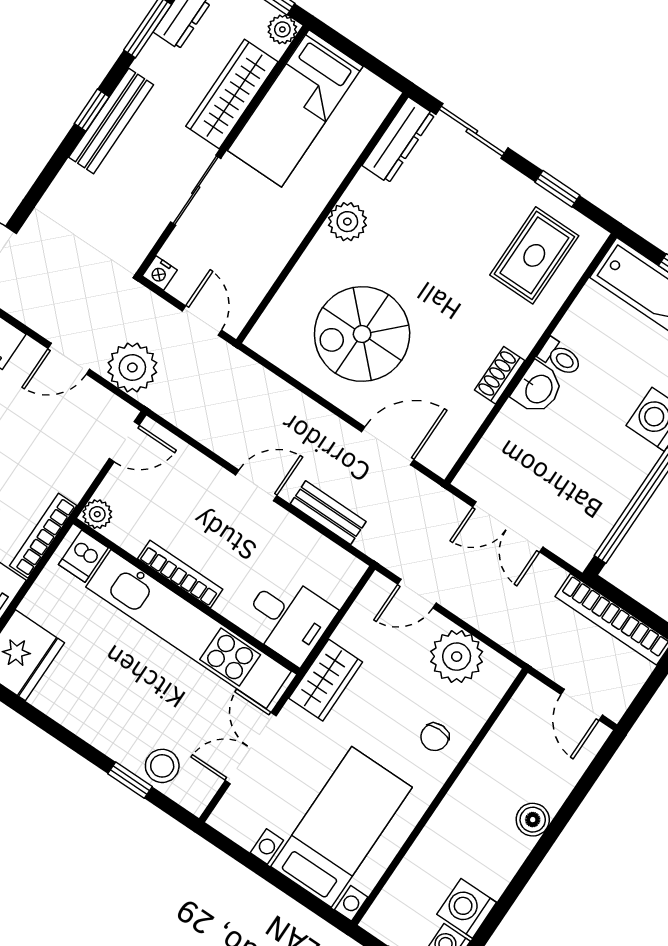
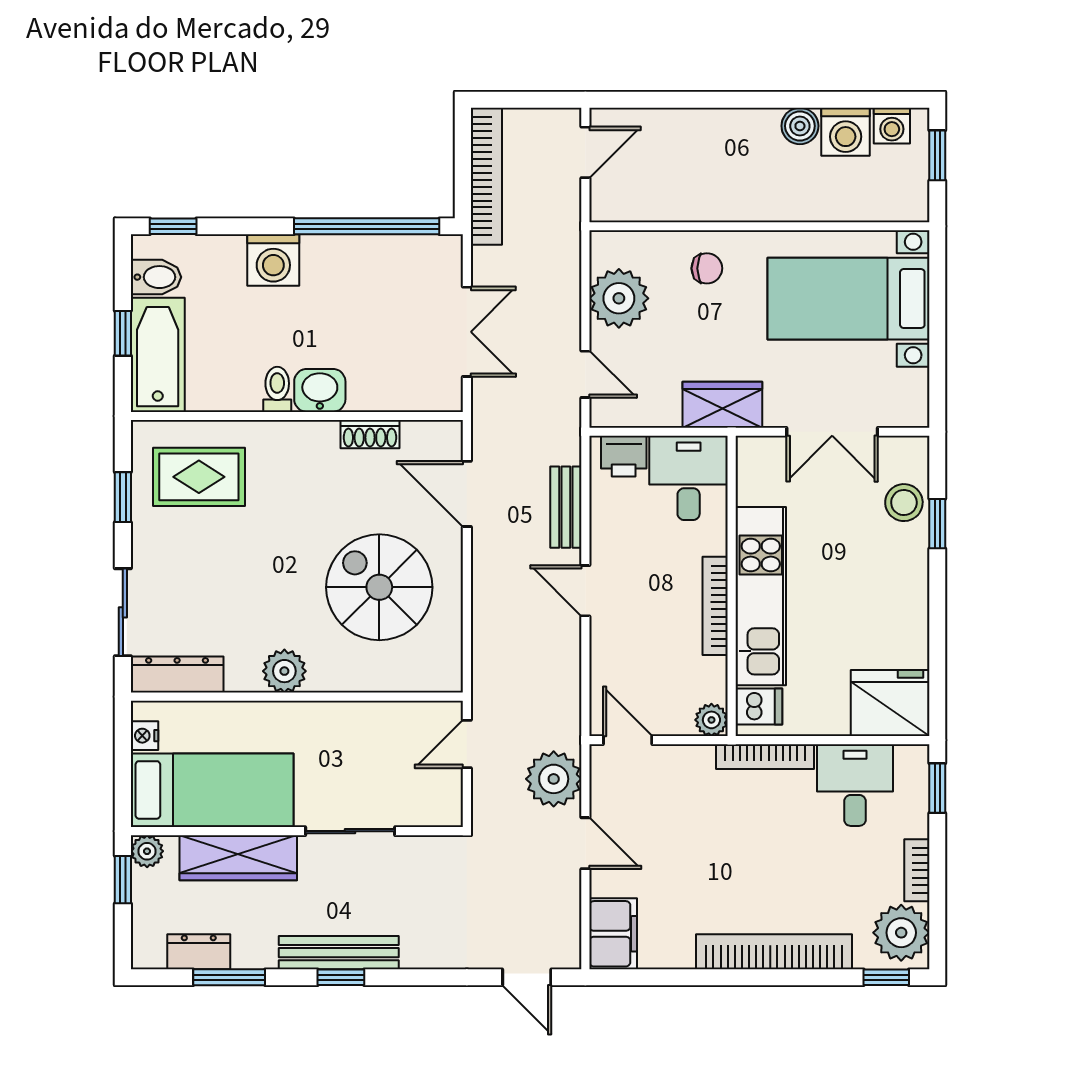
nightstand: (160, 273) -> (144, 736), moved, turned 180
spiral stairs: (362, 334) -> (379, 587), turned 180
shoe rack: (500, 375) -> (370, 434), moved
printer: (337, 581) -> (624, 456), added
kitchen unit: (189, 629) -> (761, 596), width x0.73
boiler: (533, 820) -> (800, 126), moved

